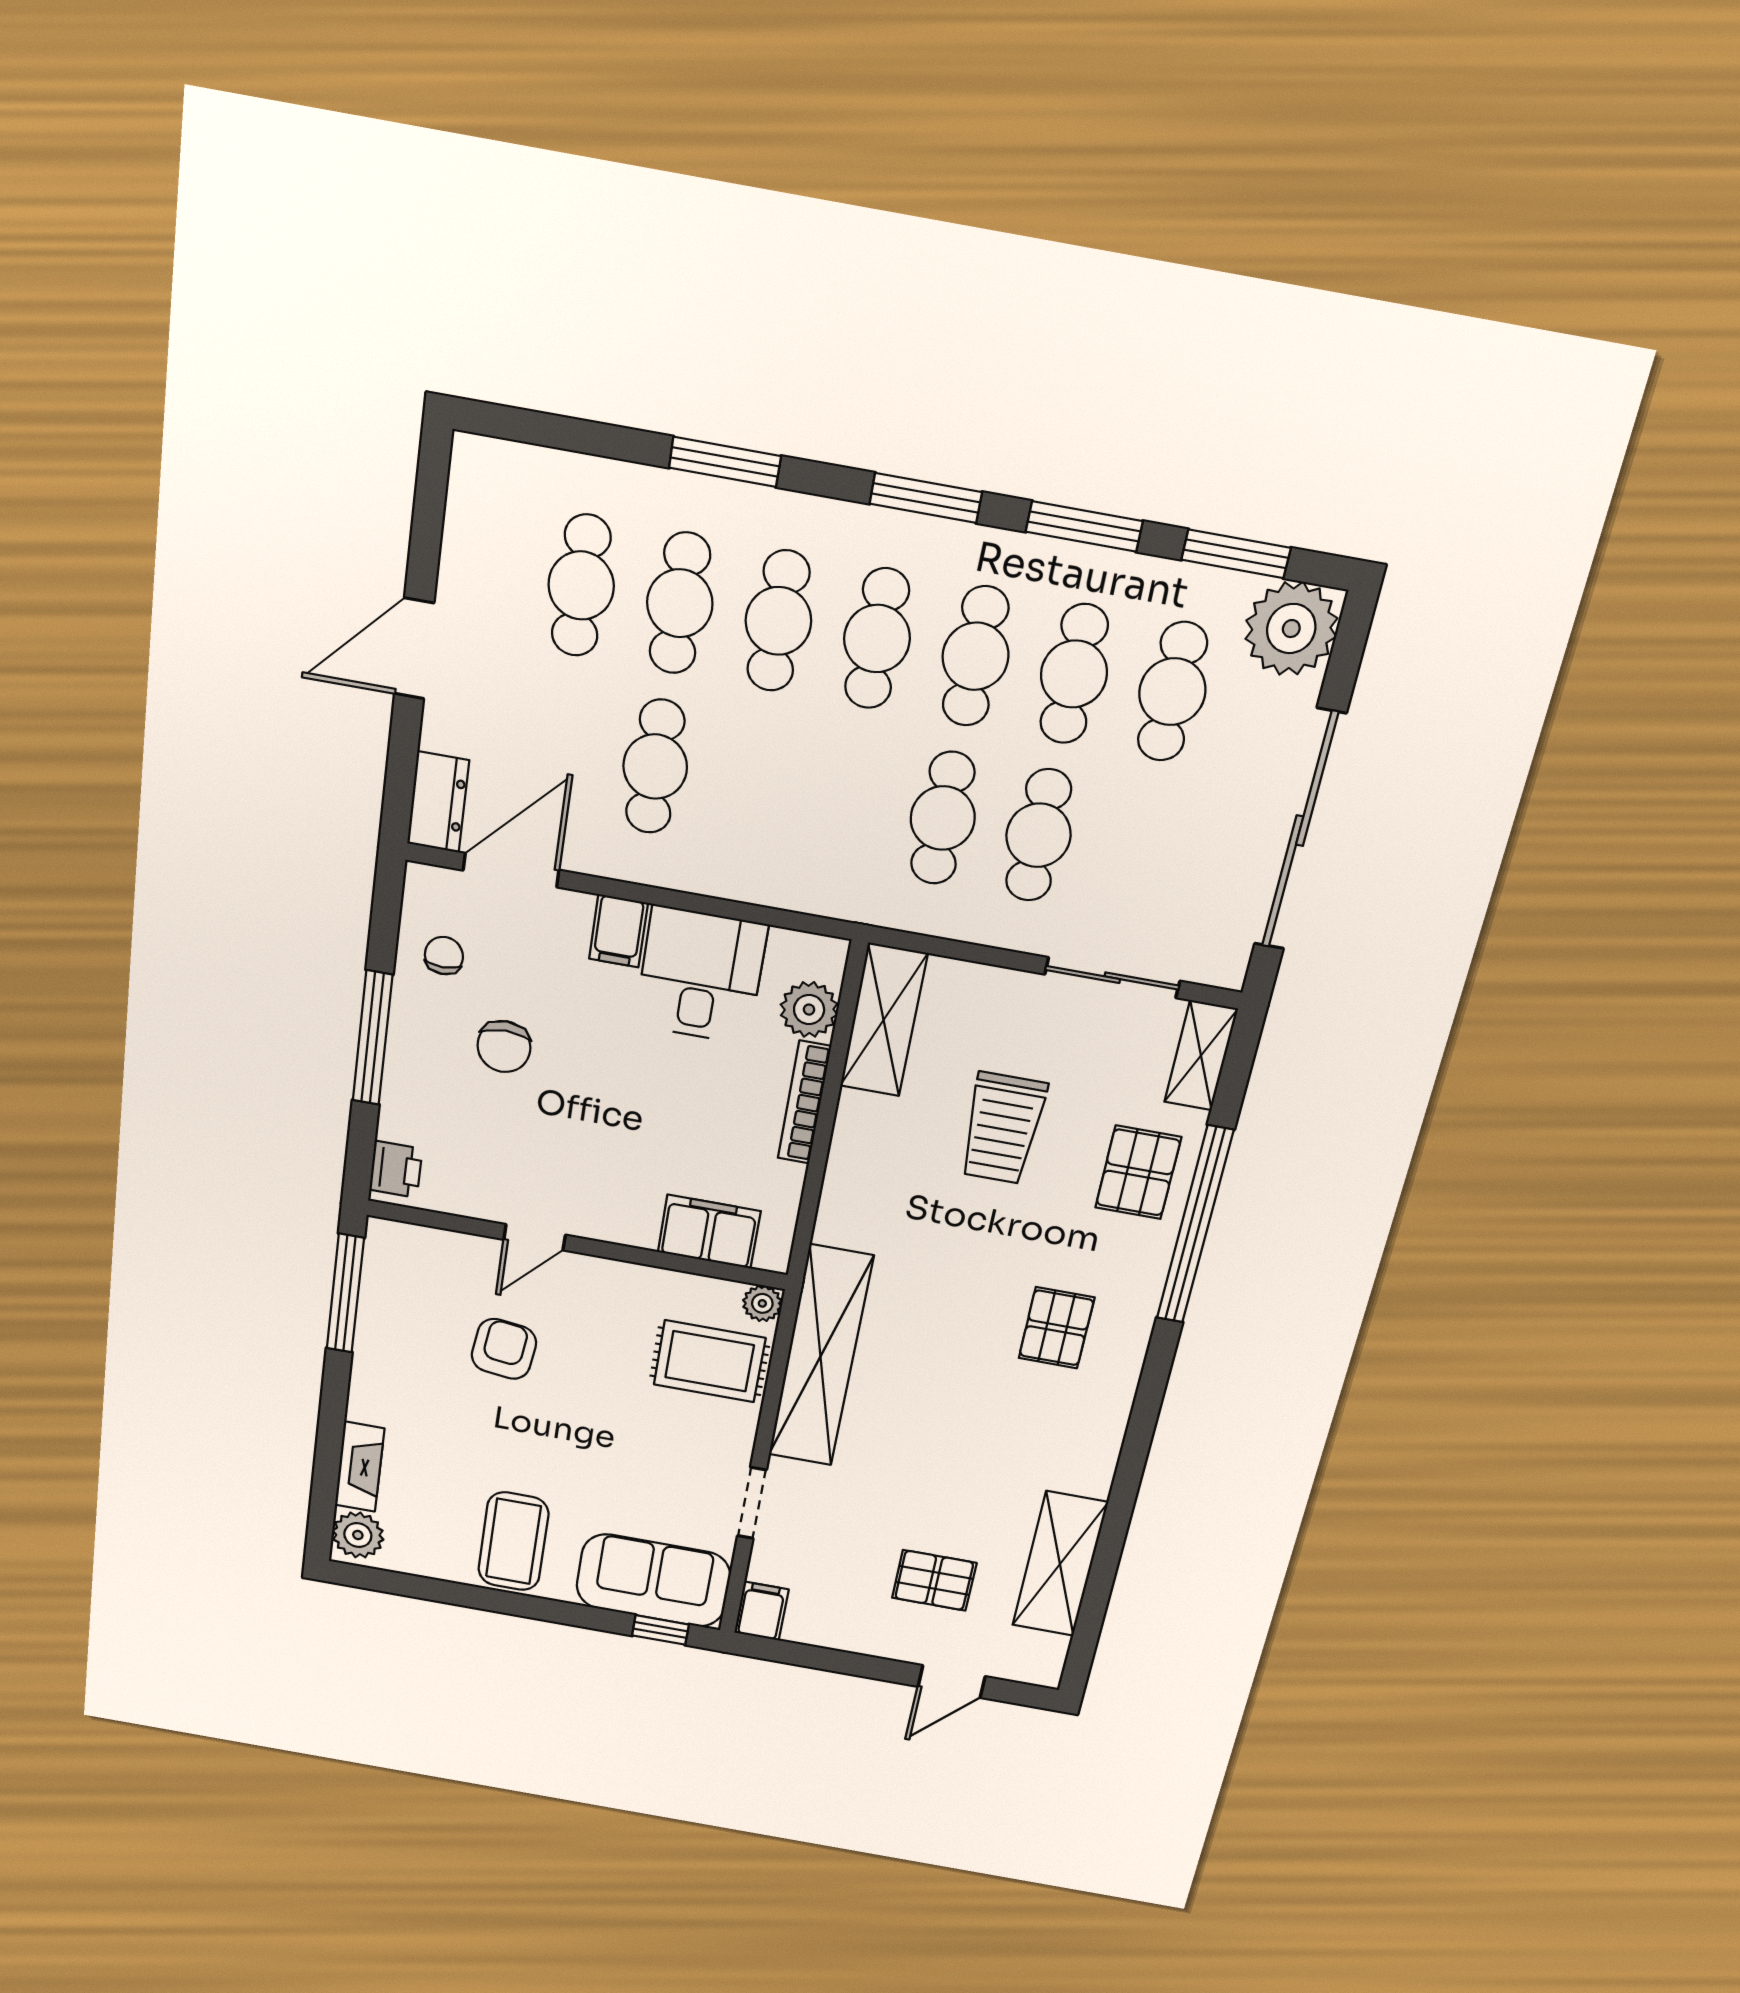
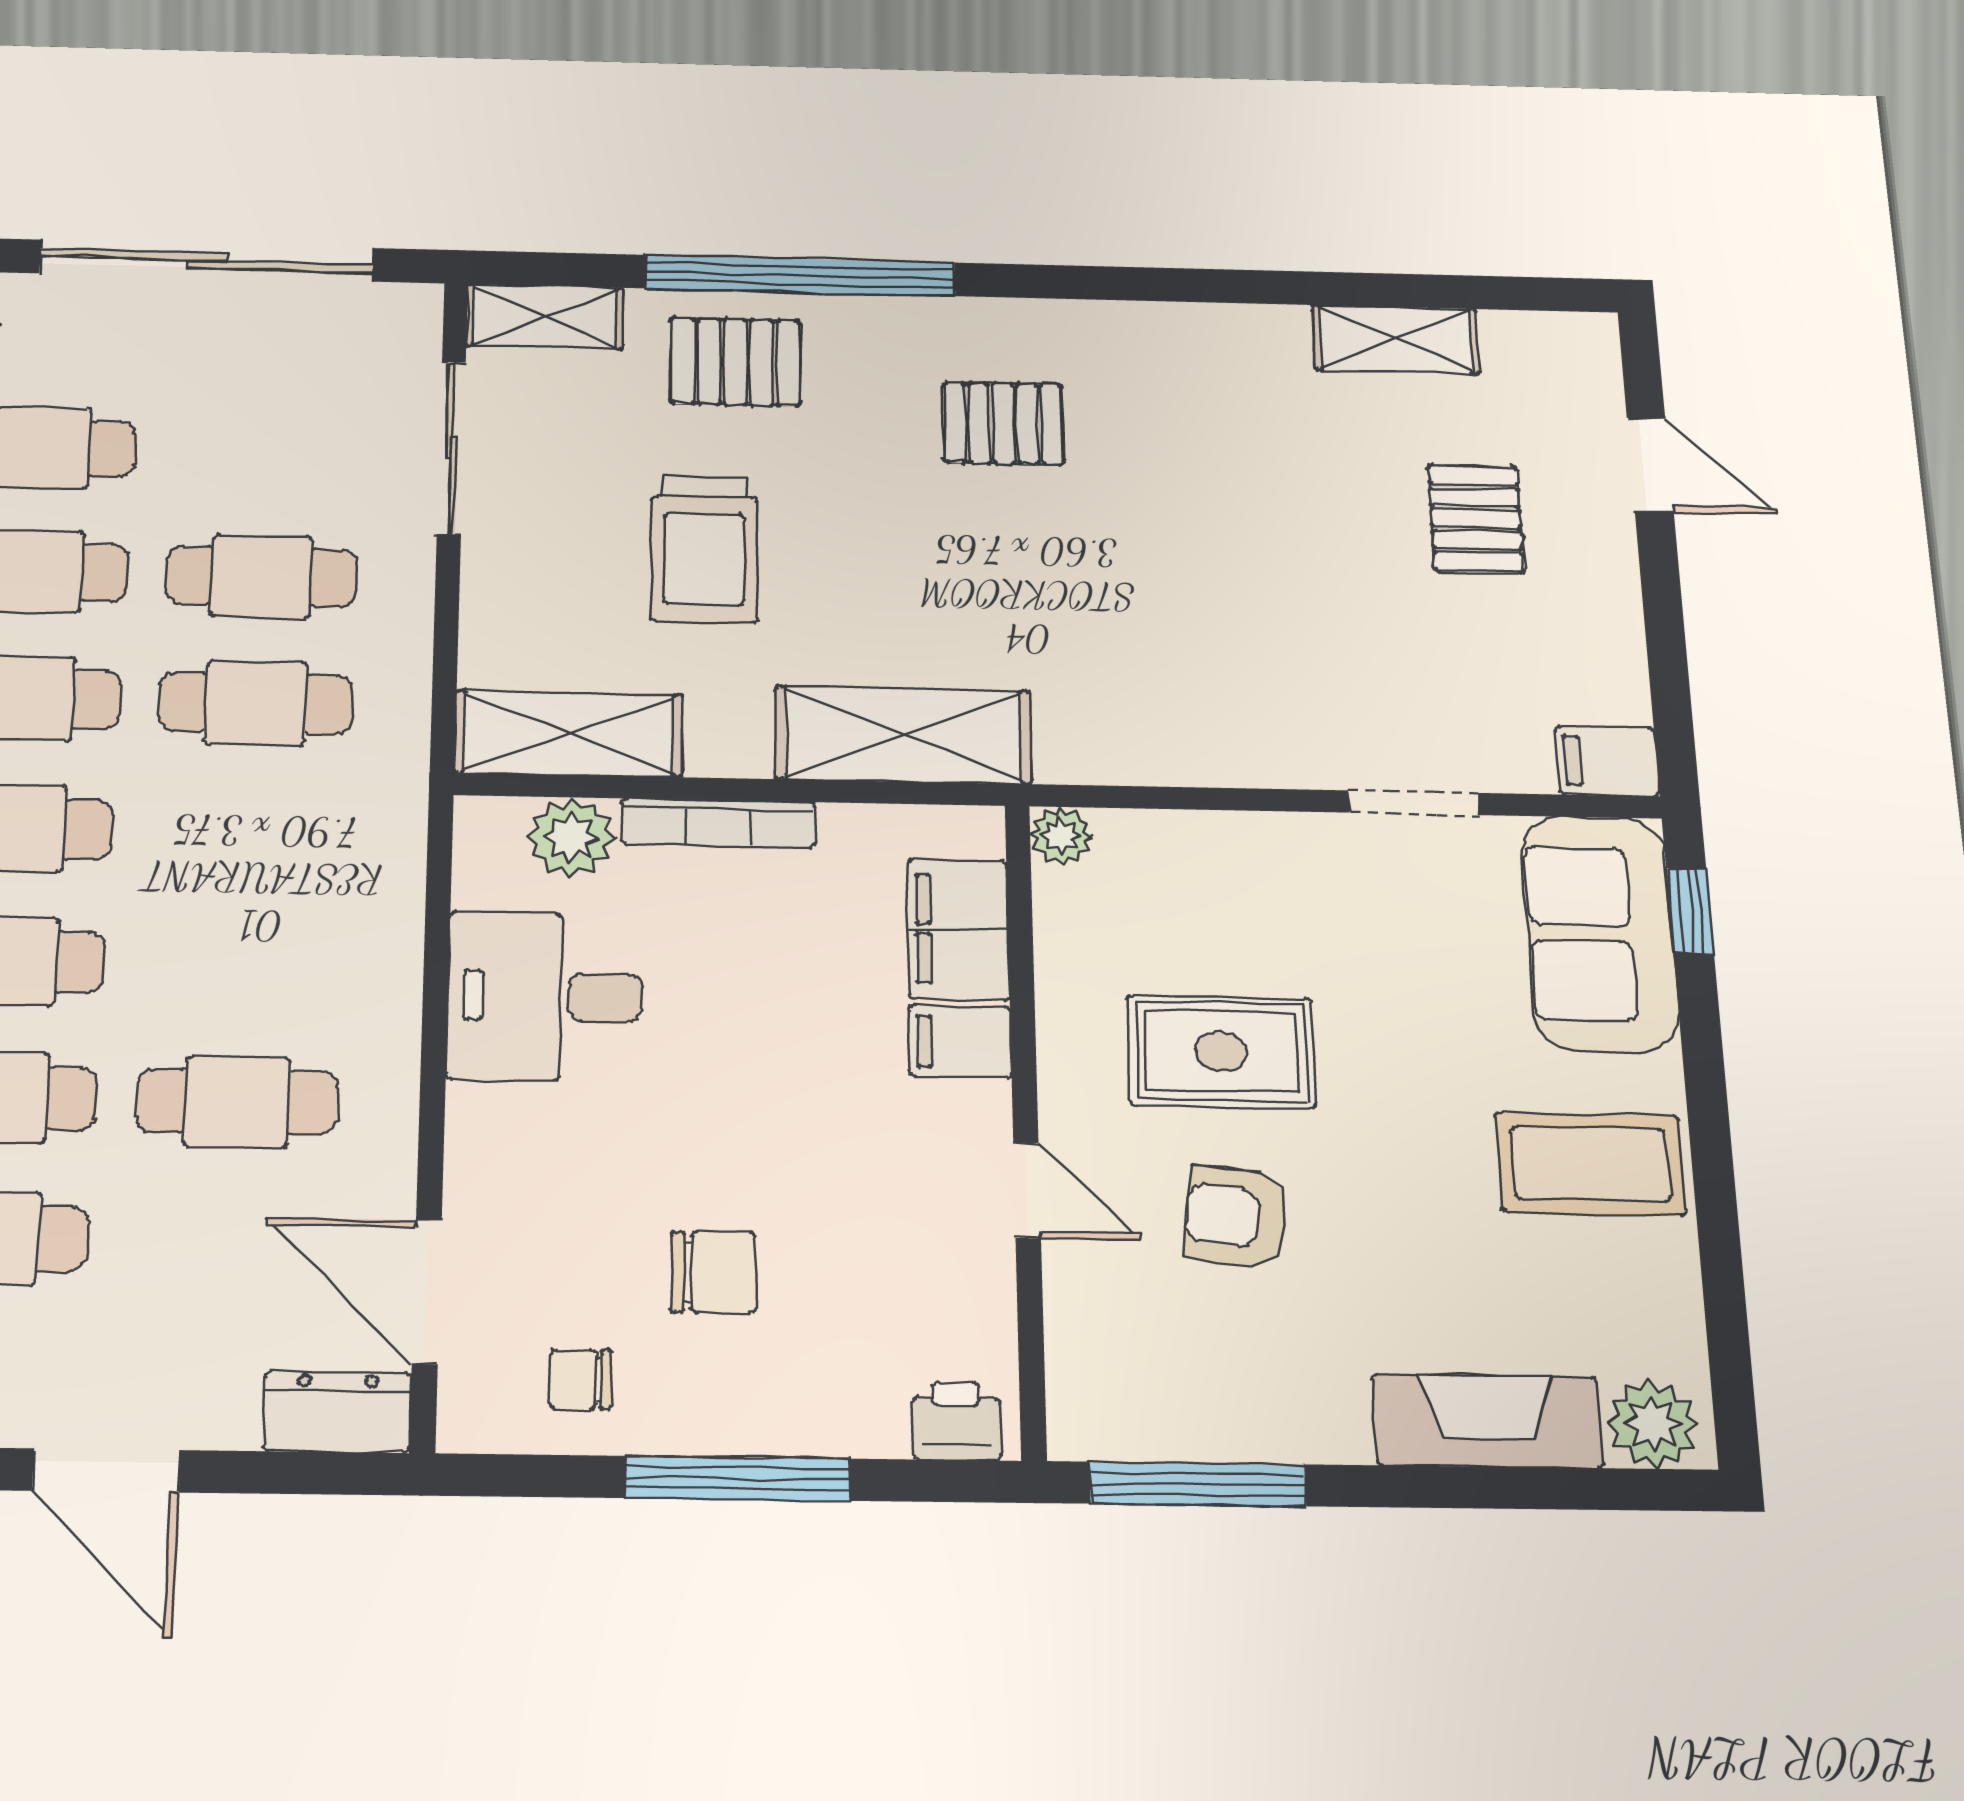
filing cabinet: (618, 931) -> (960, 1042), moved, turned 180
trolley: (1002, 1128) -> (704, 549), turned 90
shelving: (820, 1357) -> (903, 735), moved, width x0.68
rug: (710, 1361) -> (1221, 1052), moved, turned 90
fireplace: (360, 1467) -> (1487, 1421), width x1.37, depth x1.32
shelving: (1060, 1564) -> (1395, 339), width x0.67, depth x0.75

